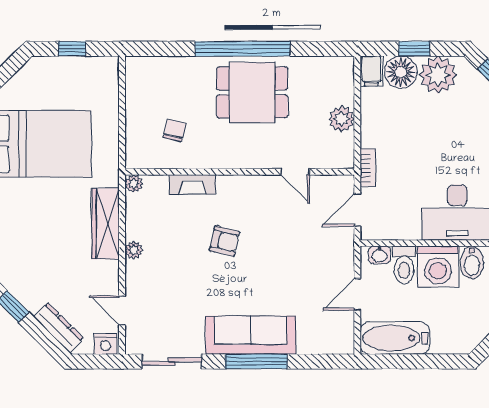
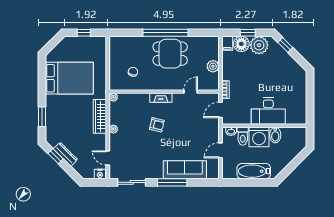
door: (295, 172) -> (191, 92), swing flipped
fireplace: (192, 185) -> (161, 98), moved
dresser: (58, 328) -> (65, 154), moved
sofa: (251, 335) -> (185, 170), moved
bathtub: (395, 338) -> (254, 171), moved

